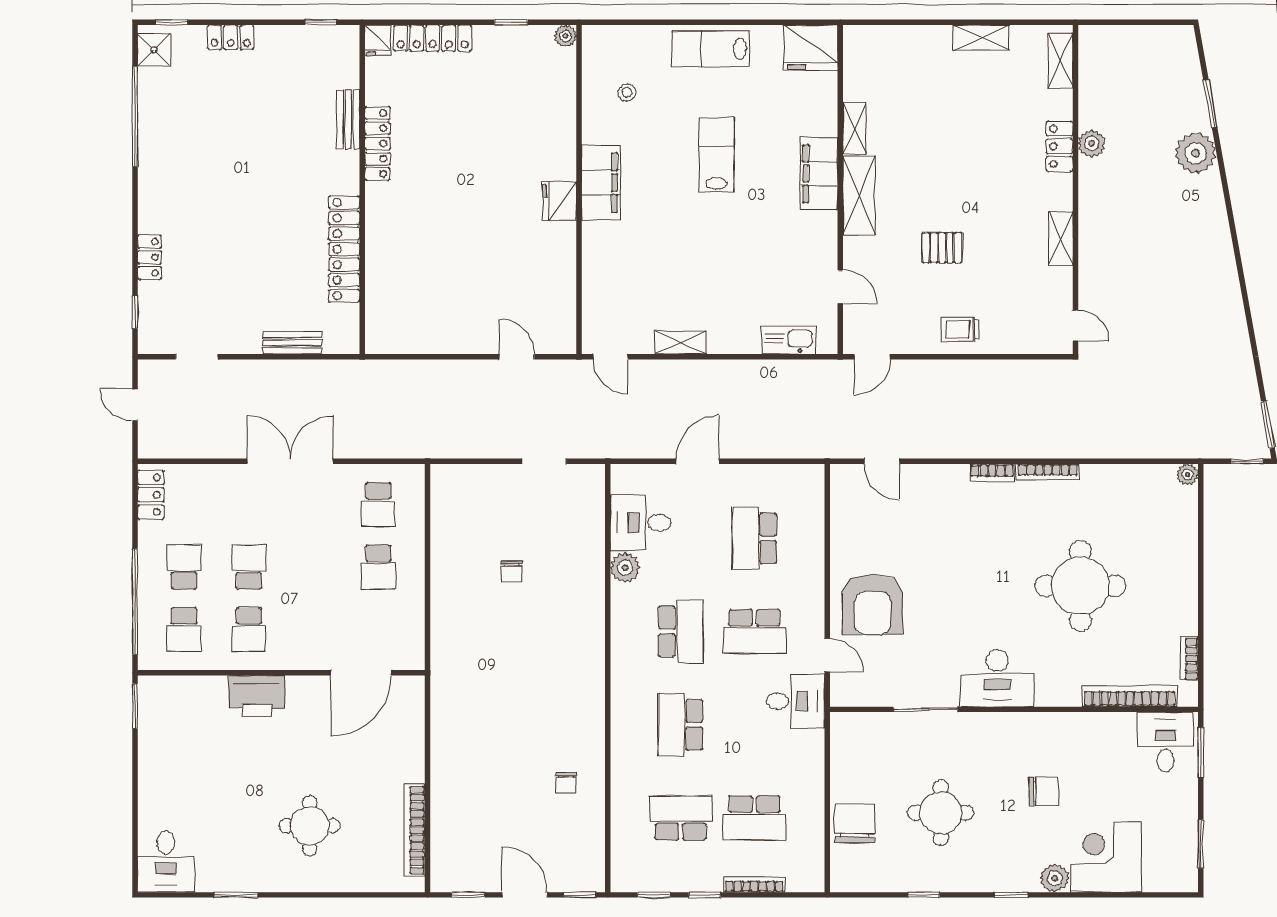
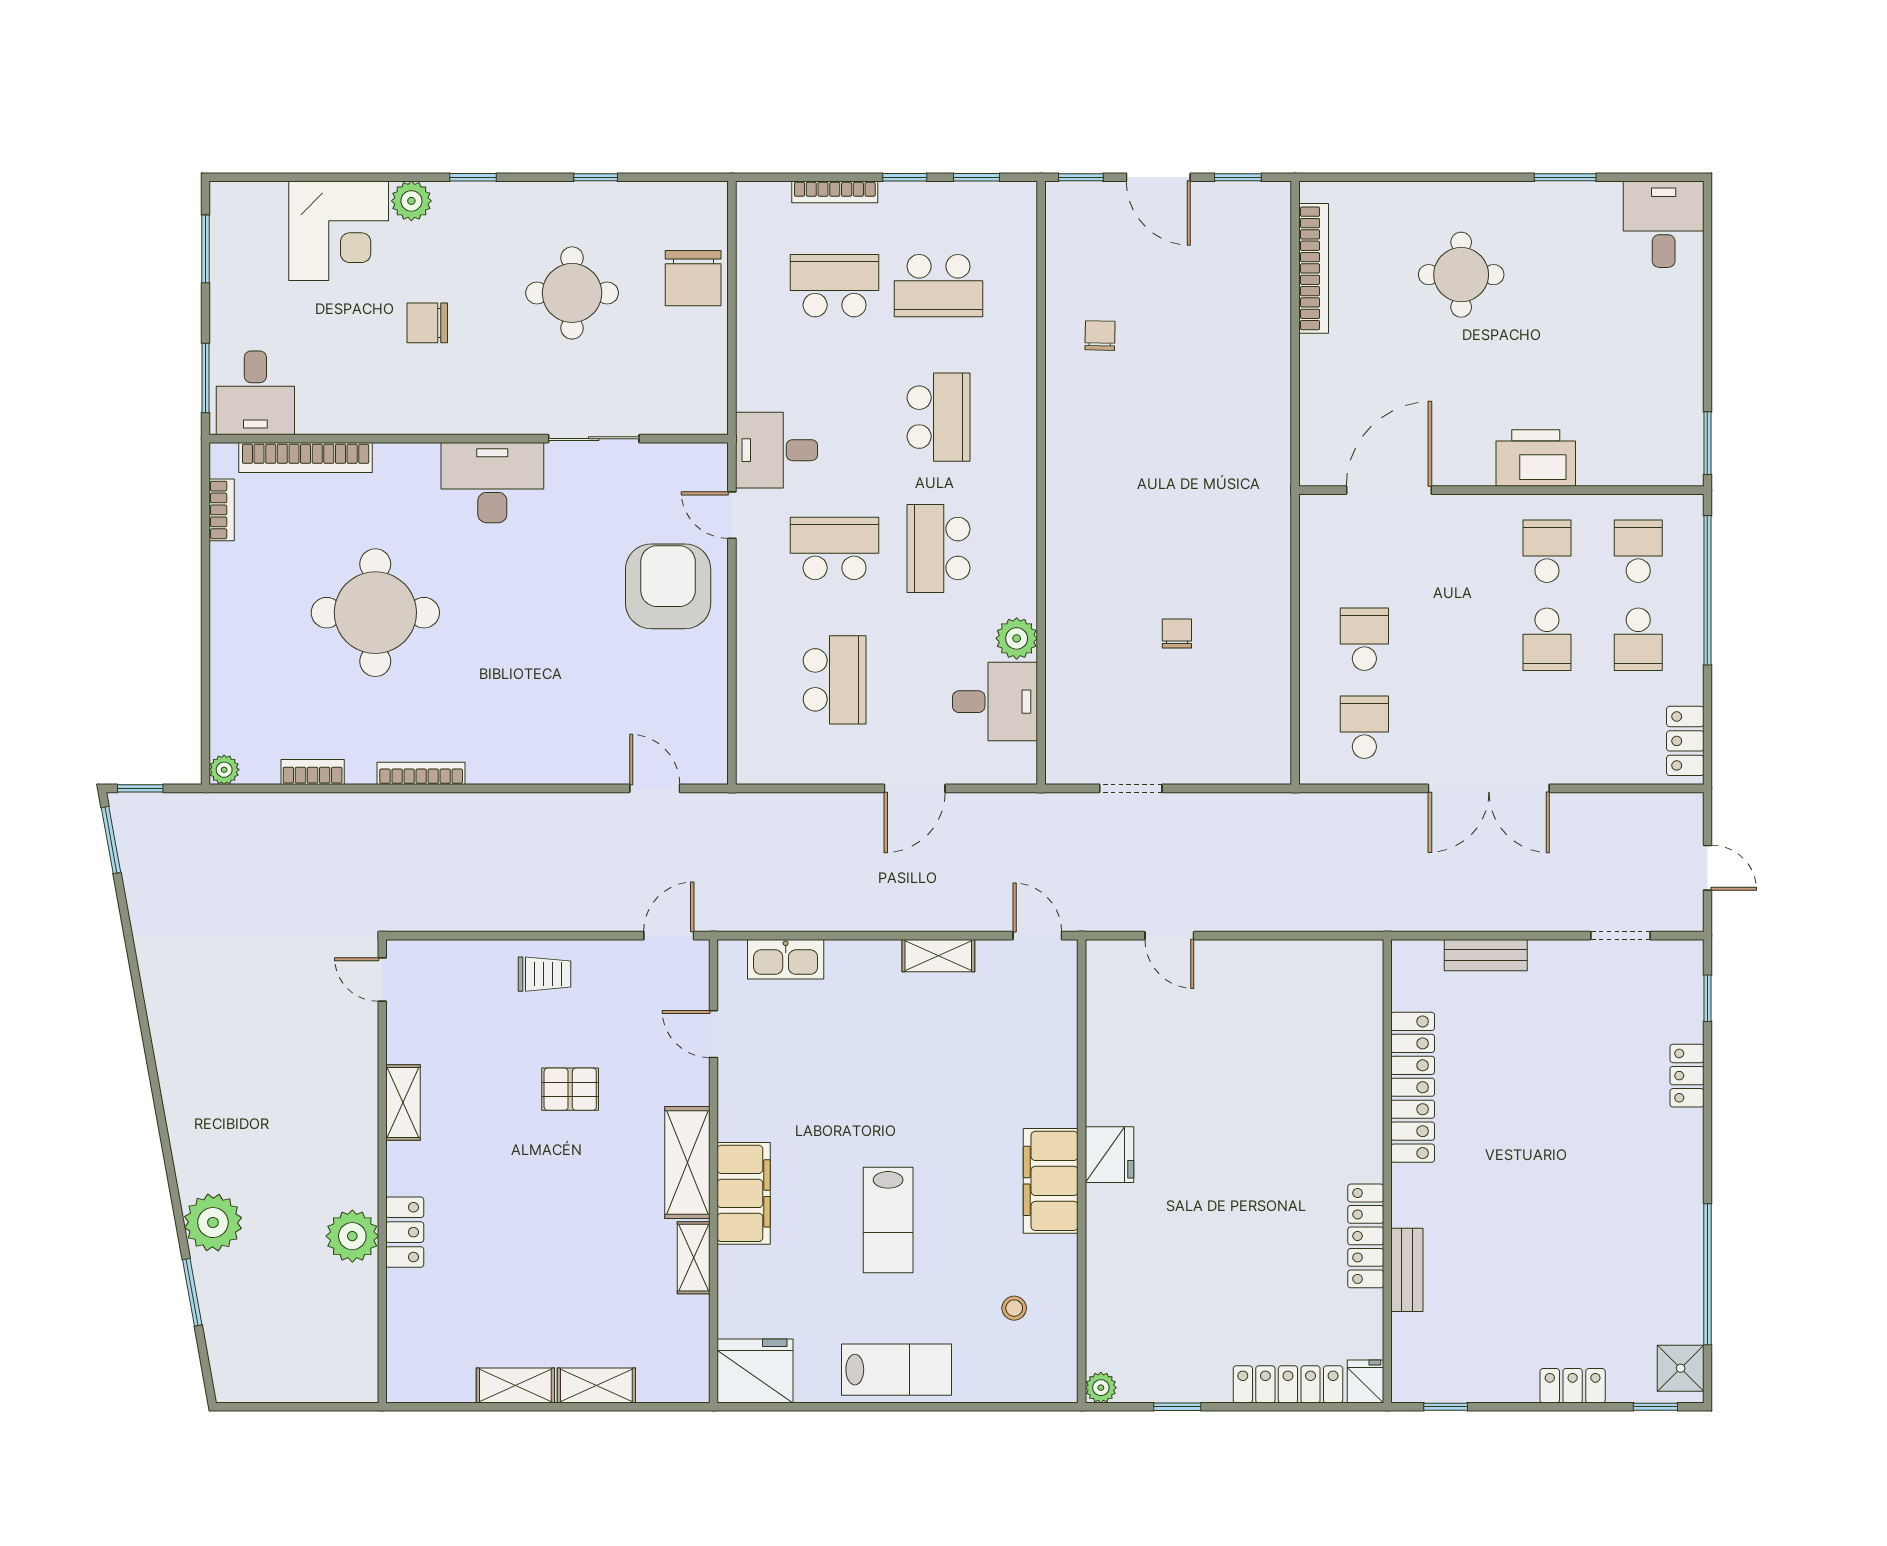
shelving: (1060, 61) -> (596, 1386), moved, turned 90
plant: (1092, 143) -> (352, 1236), width x1.36, depth x1.36
bookcase: (992, 473) -> (313, 772), moved

